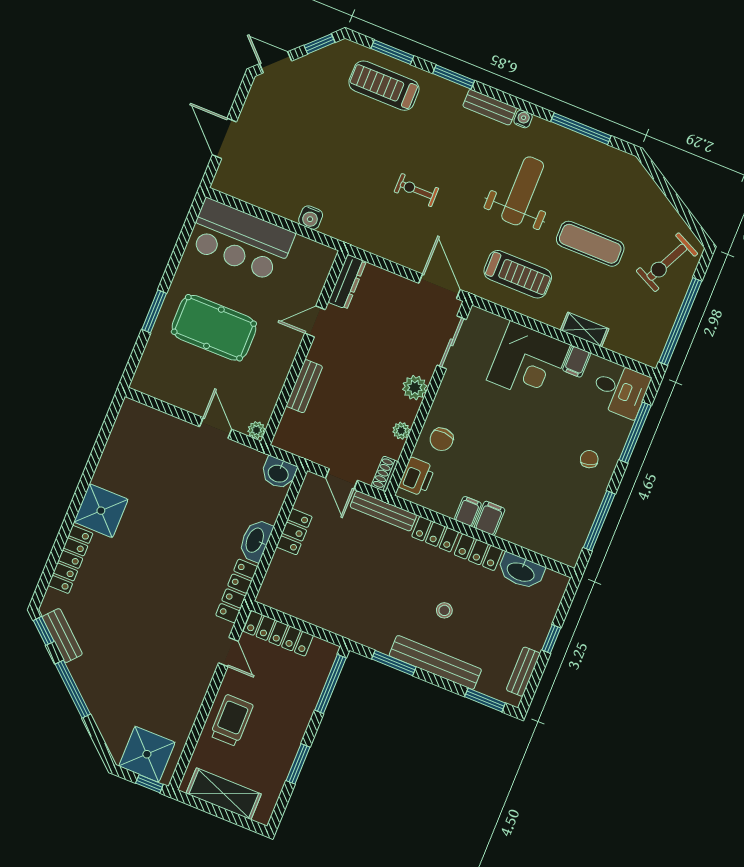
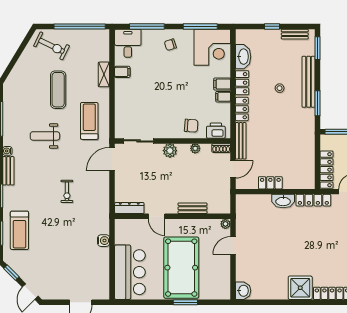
weight bench: (523, 191) -> (45, 136), width x0.73, depth x0.75
pool table: (214, 328) -> (181, 268), width x1.36, depth x1.32
corner desk: (528, 362) -> (212, 47), moved, turned 90
washbasin: (278, 473) -> (243, 291), moved

